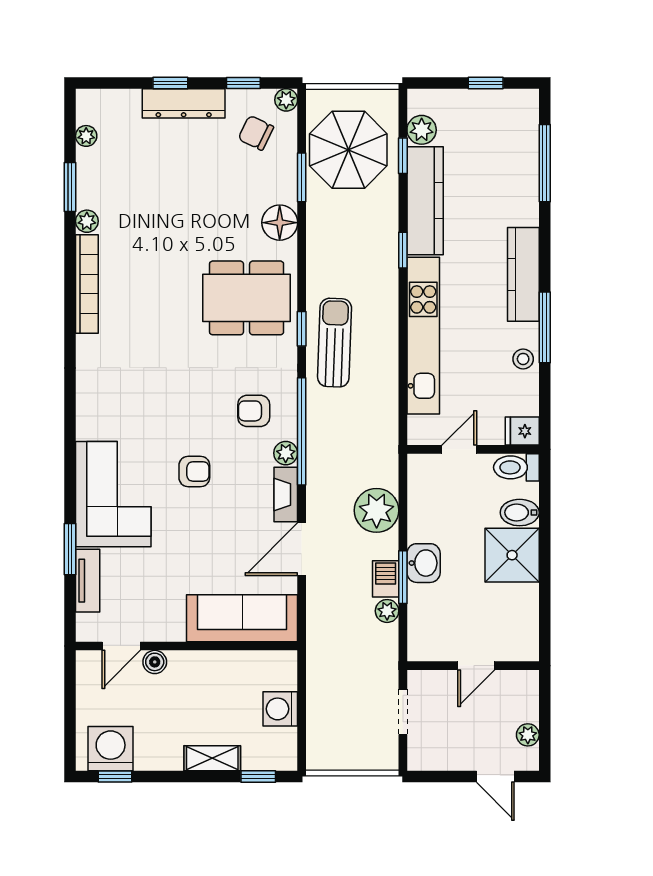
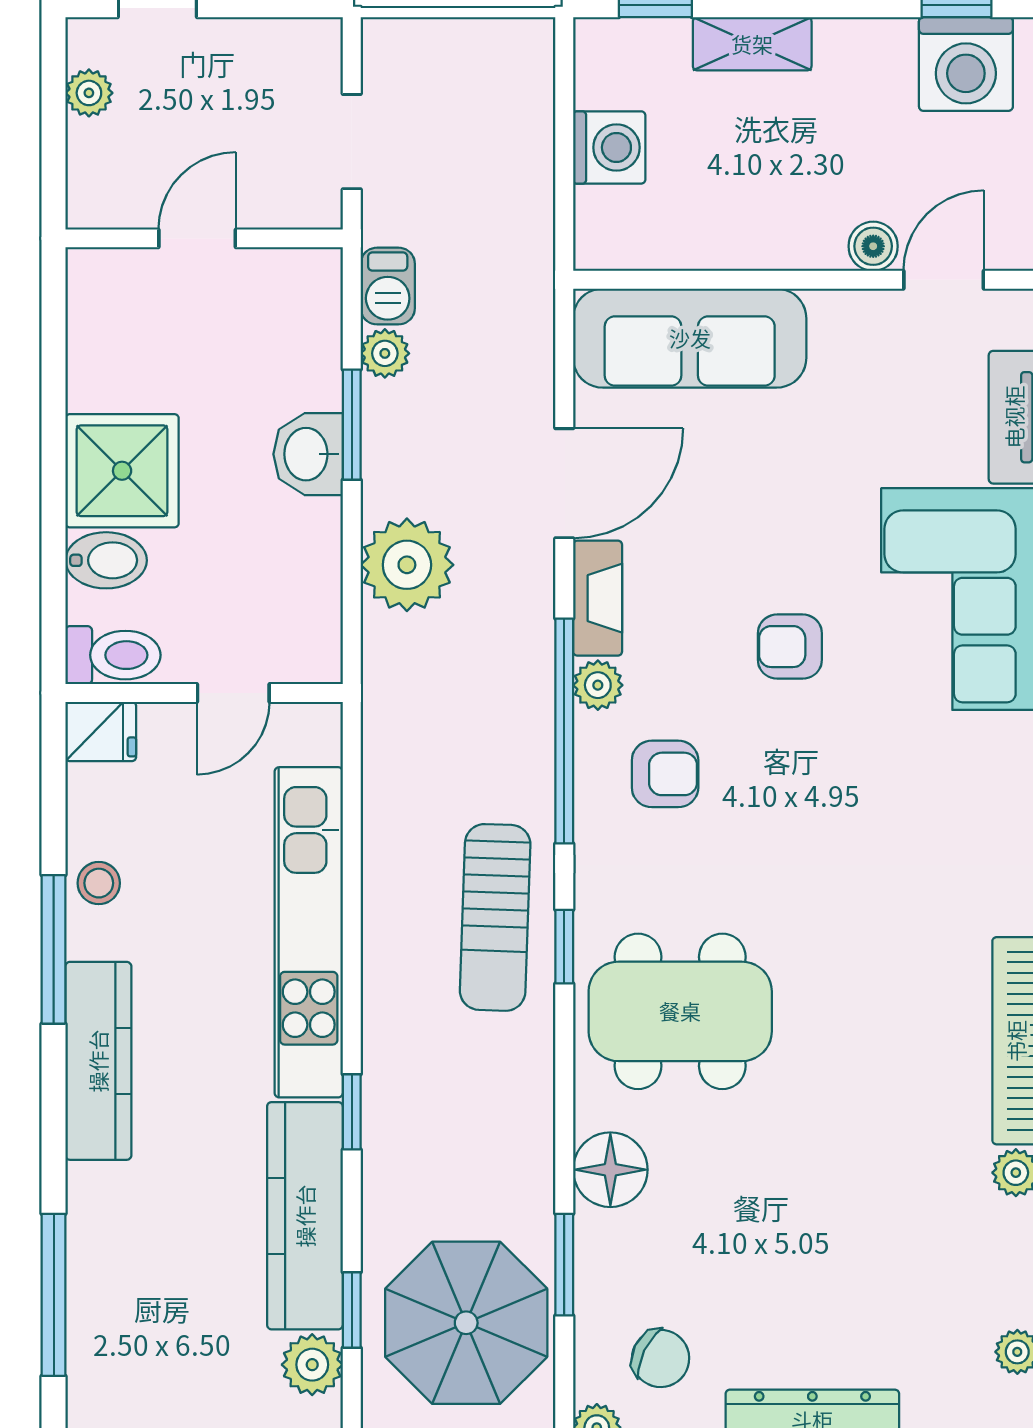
barbecue: (386, 579) -> (388, 286), moved

